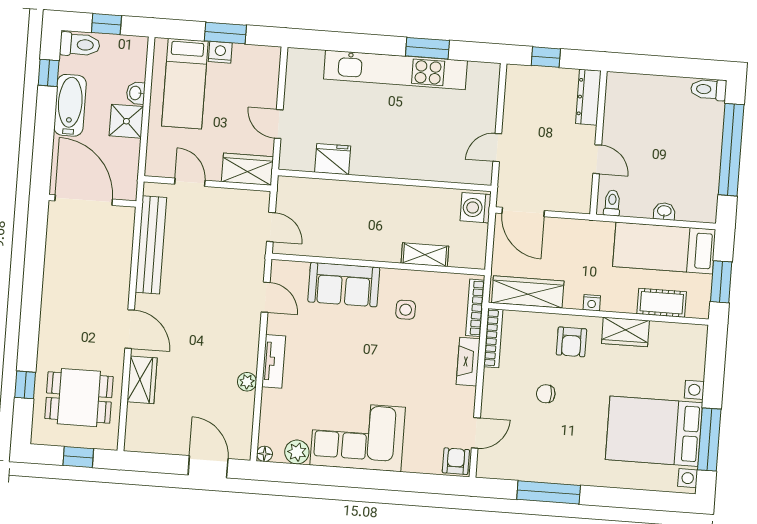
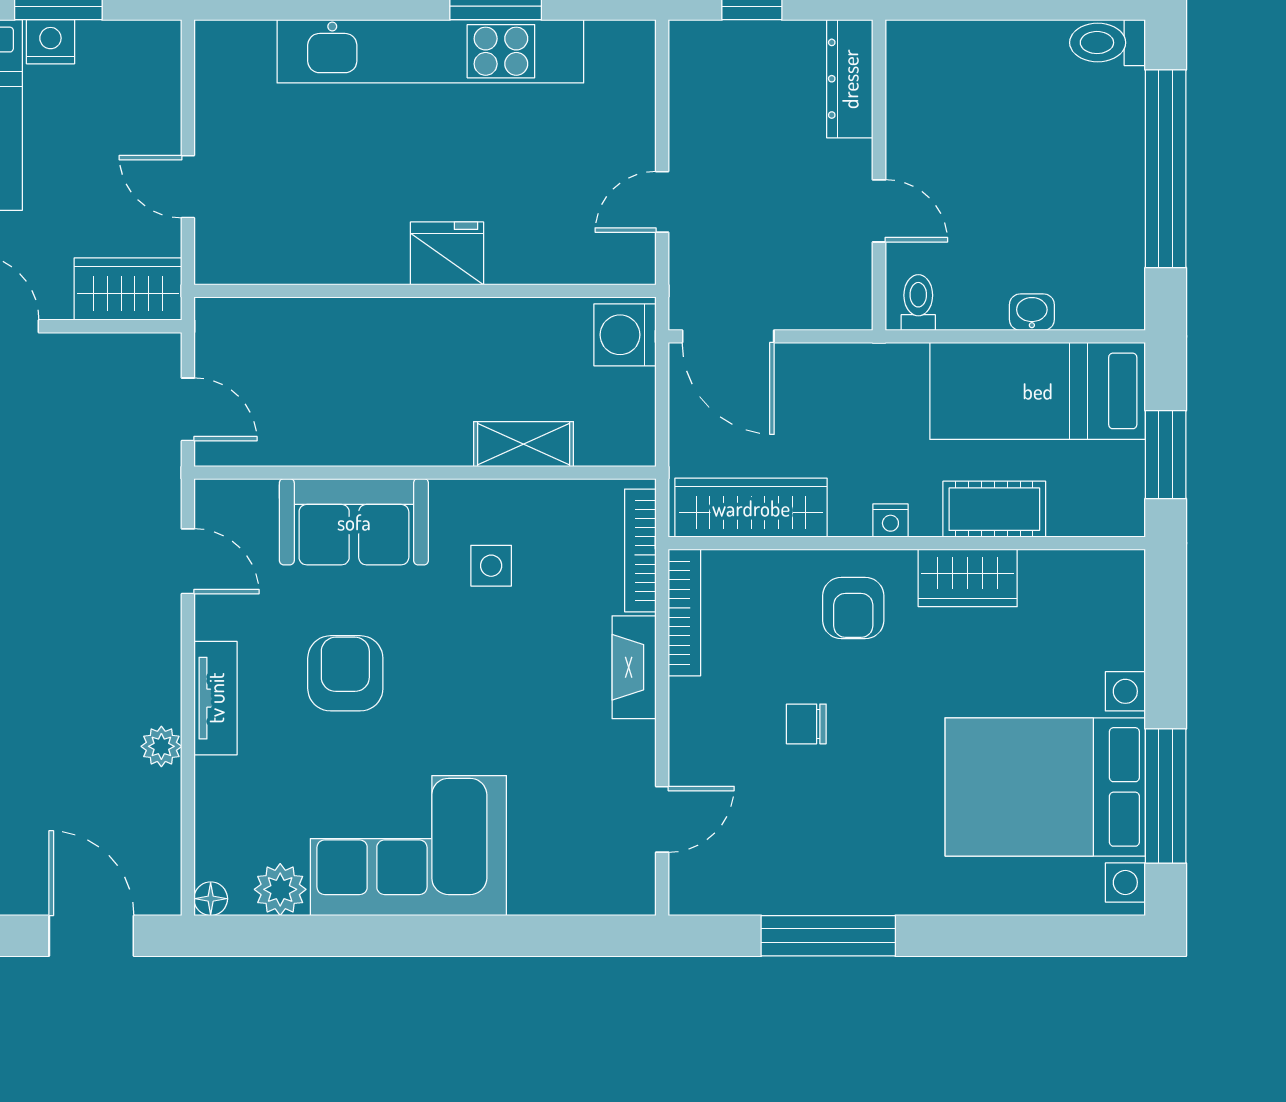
fridge: (333, 159) -> (447, 253), moved
cot: (662, 303) -> (994, 509), moved
armchair: (456, 461) -> (345, 673), moved, width x1.38, depth x1.38

